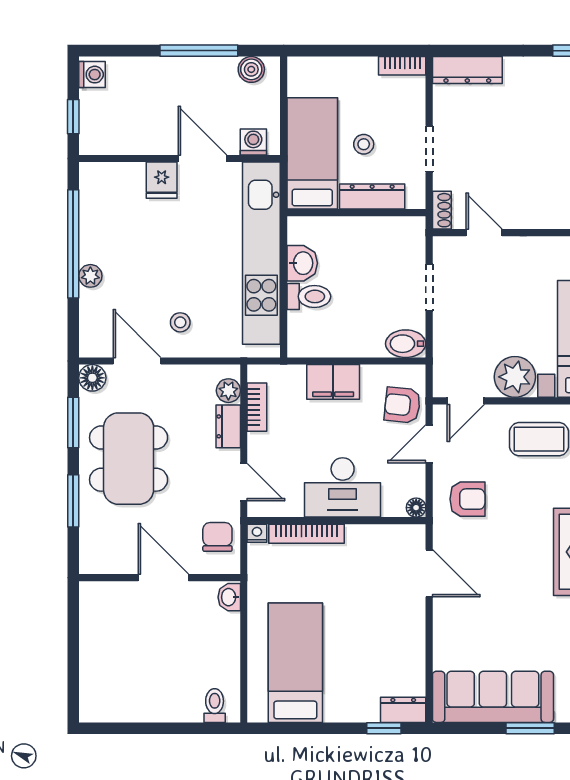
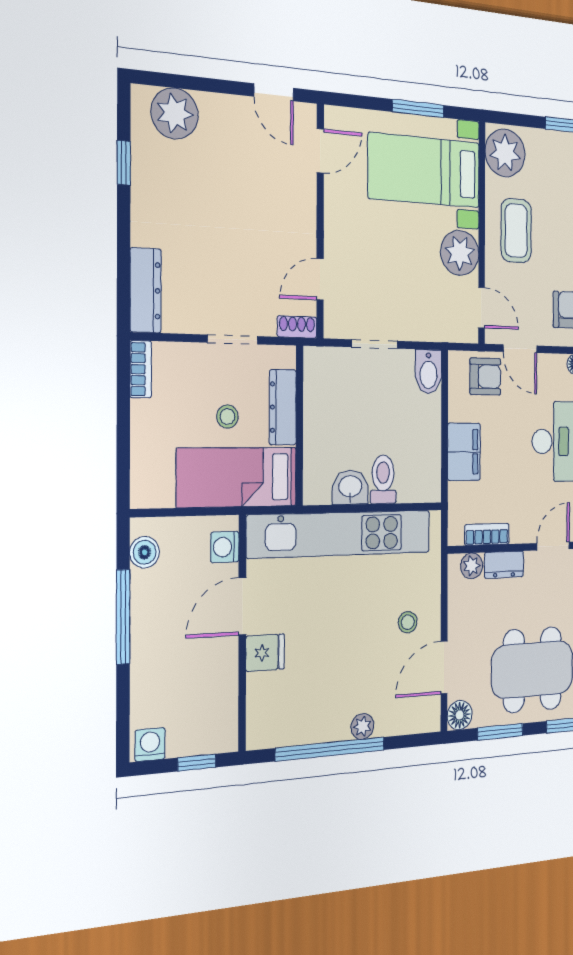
armchair: (402, 405) -> (485, 377), turned -96

